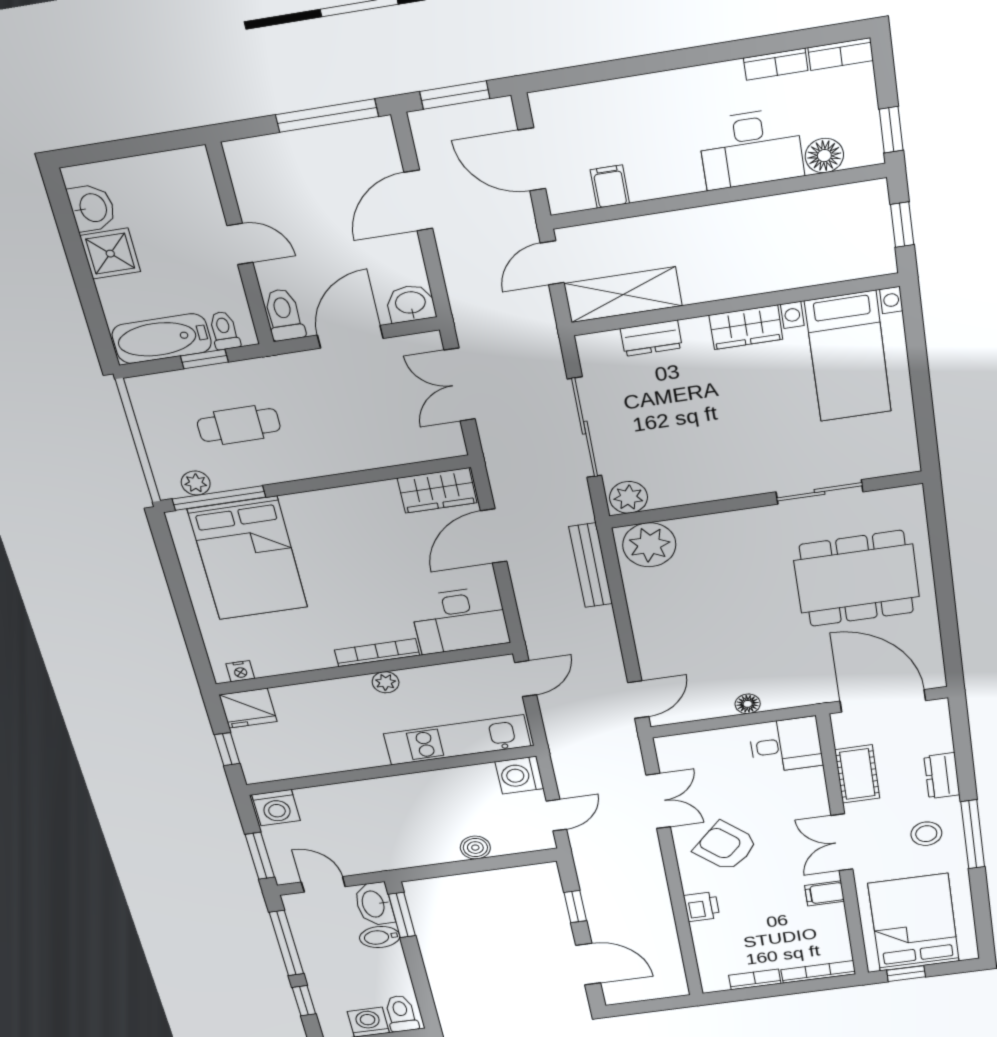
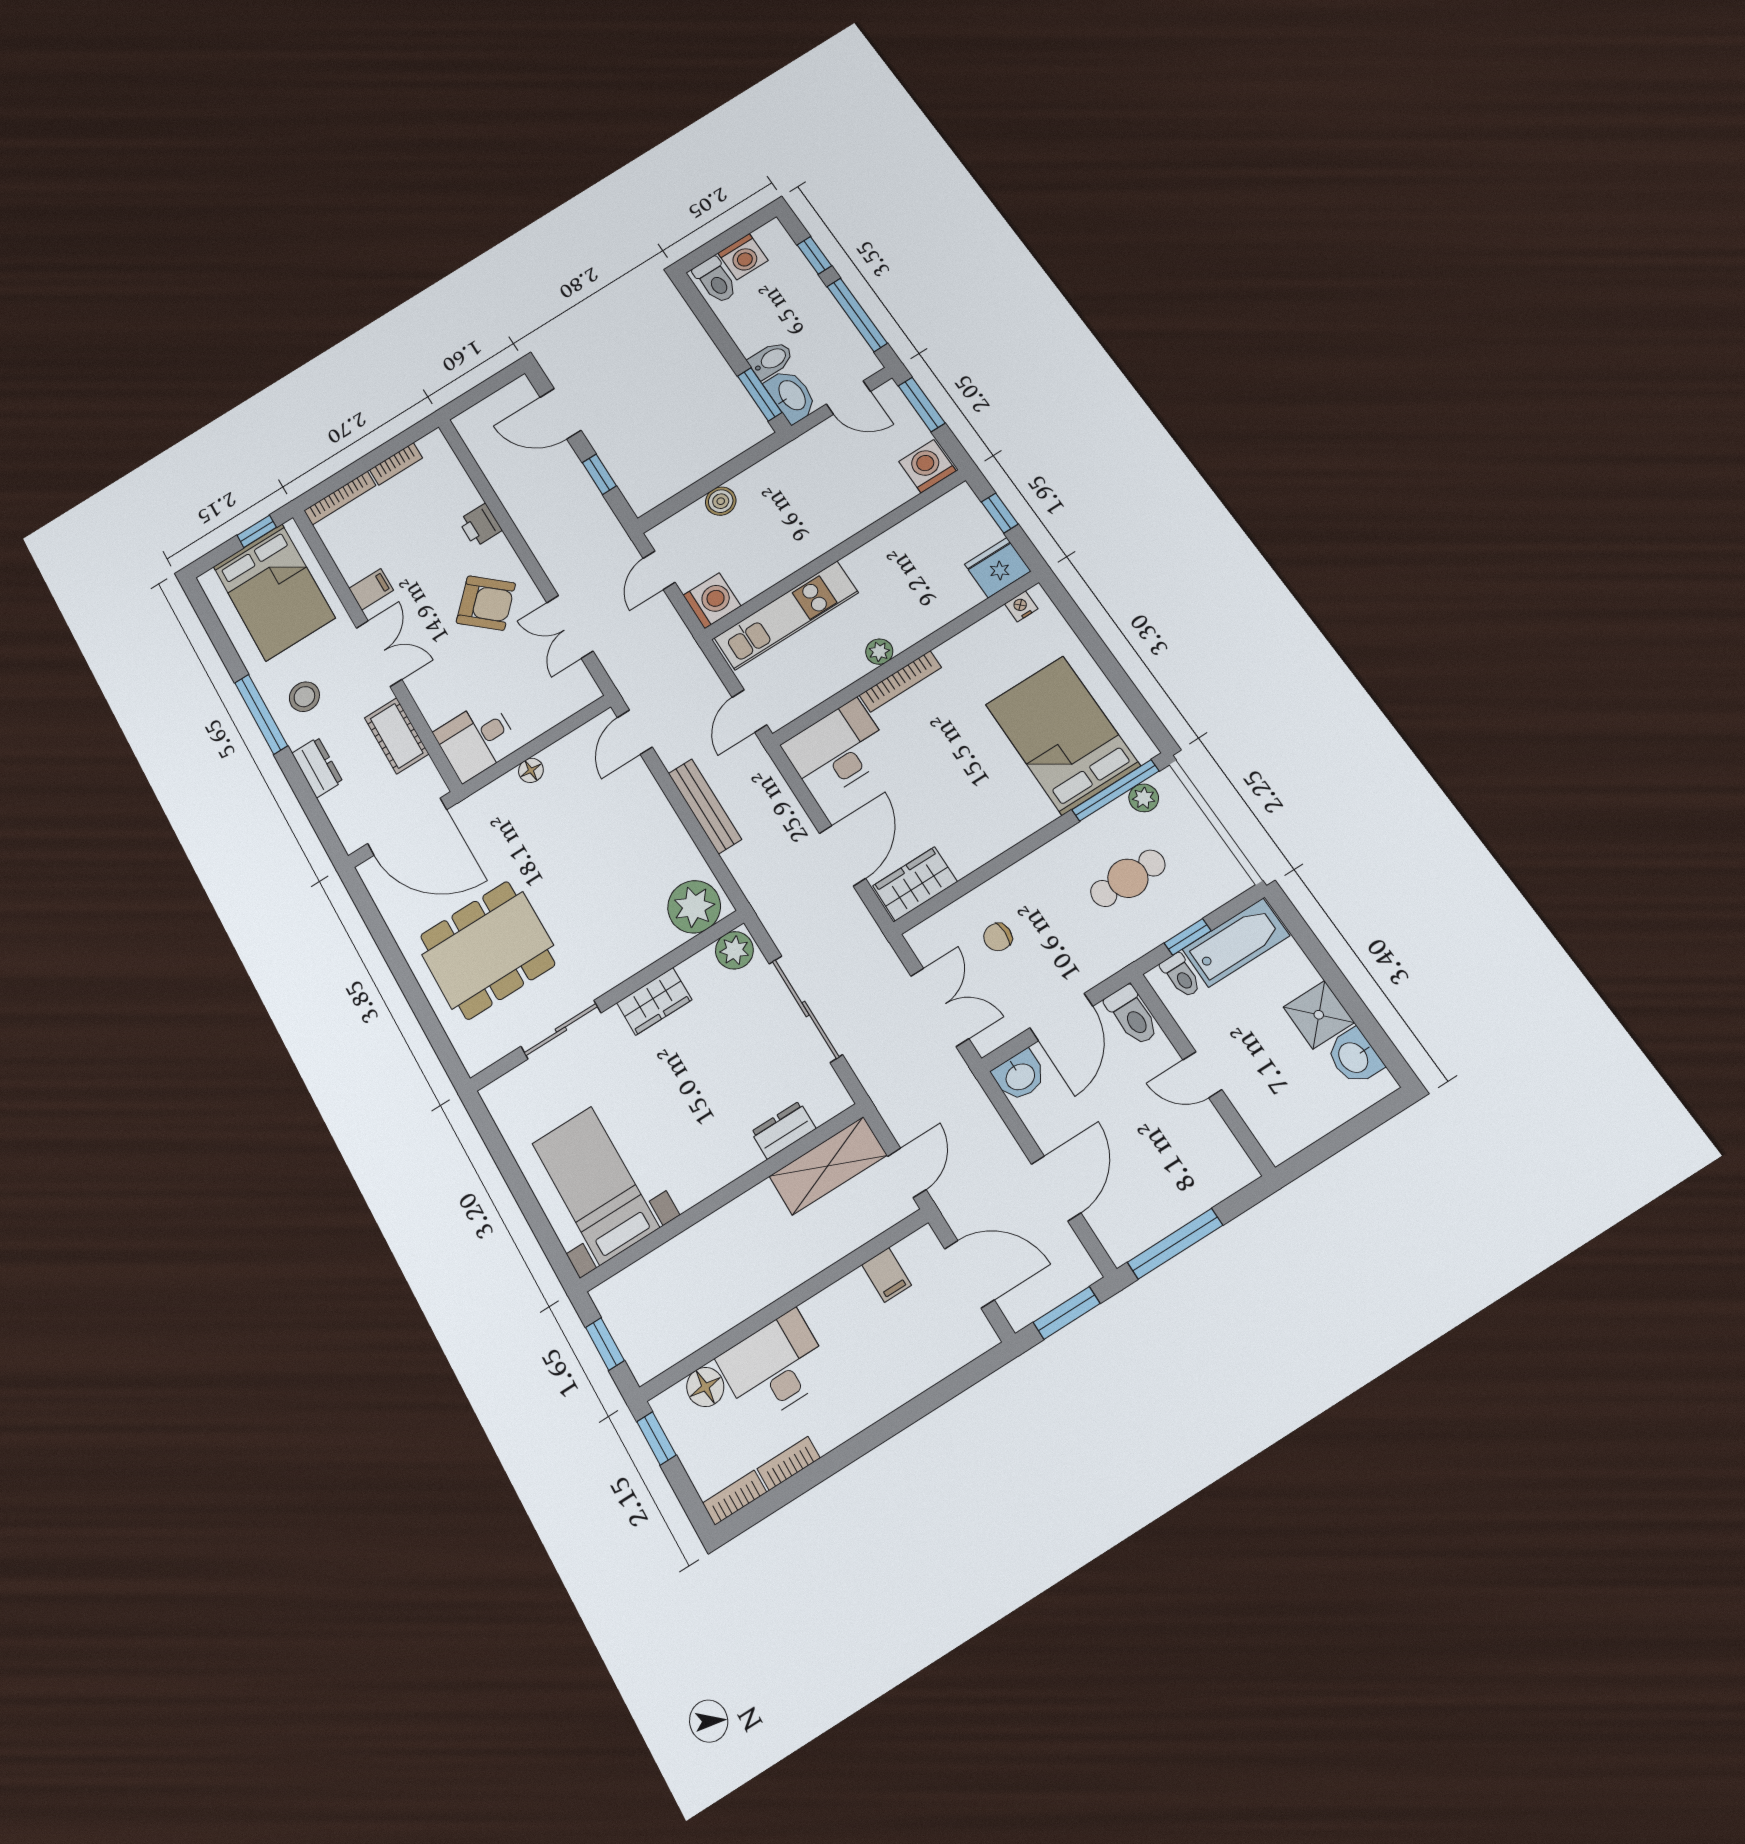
wardrobe: (746, 327) -> (654, 1001), moved, turned 180
chair: (380, 421) -> (998, 937), added
bench: (591, 565) -> (705, 806), moved

